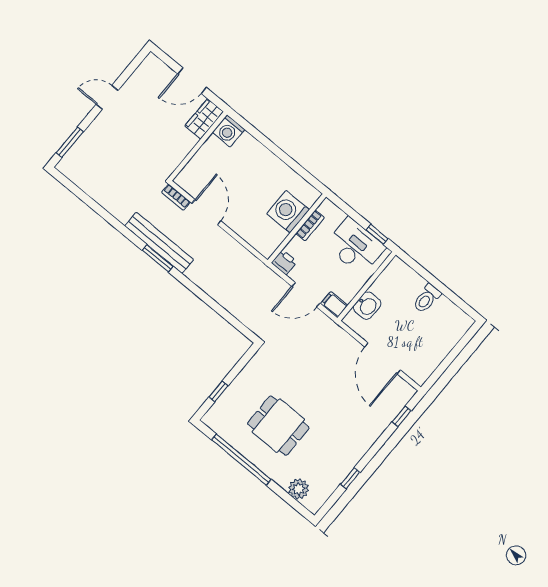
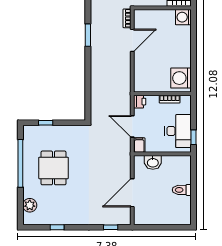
washing machine: (288, 212) -> (181, 78), moved, turned -90
bench: (159, 243) -> (96, 29), removed

